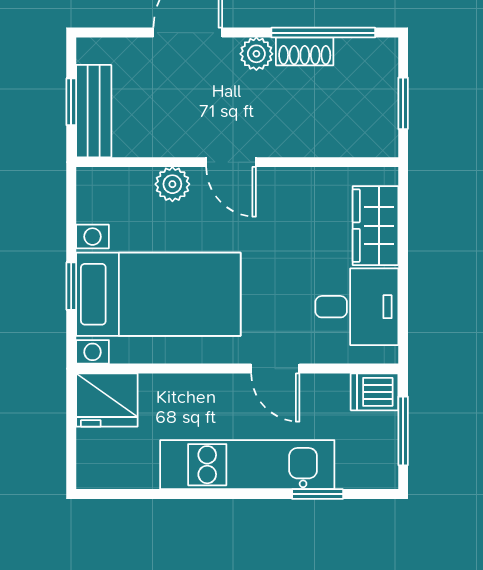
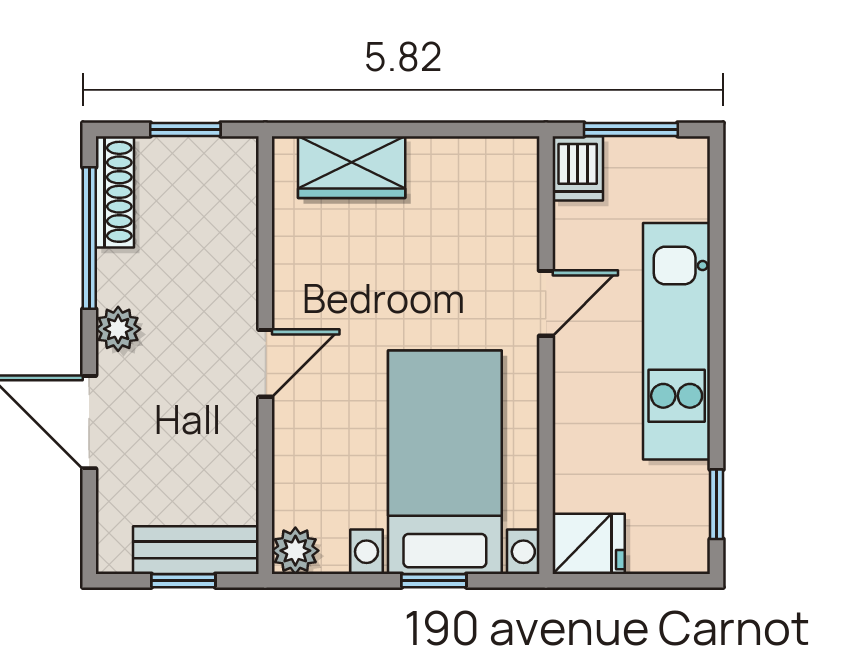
shoe rack: (305, 51) -> (115, 192), moved, width x1.43
plant: (172, 184) -> (295, 551), moved
desk: (357, 307) -> (462, 192), removed
fridge: (107, 400) -> (589, 544), width x0.72
window: (318, 494) -> (717, 504), moved

